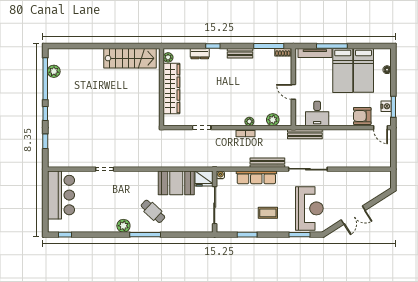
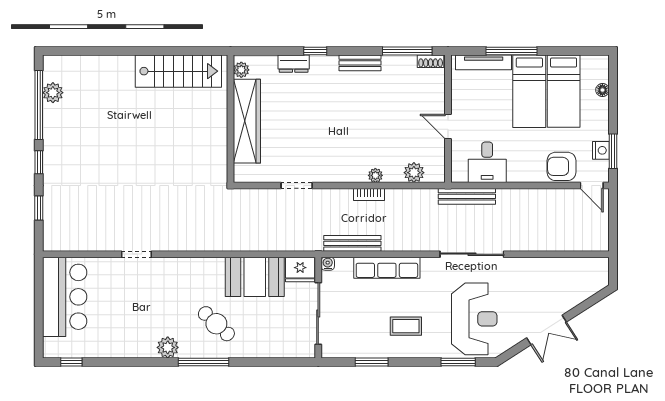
bench: (267, 163) -> (352, 243), moved

